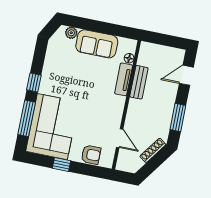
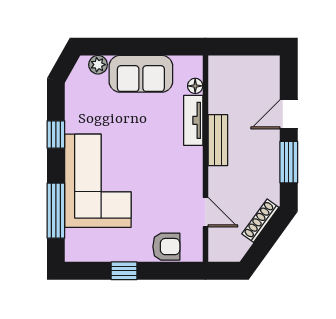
door: (186, 75) -> (289, 114), moved
window: (34, 82) -> (56, 135), moved
bench: (139, 82) -> (218, 140), moved
corner sofa: (52, 127) -> (98, 181), moved

